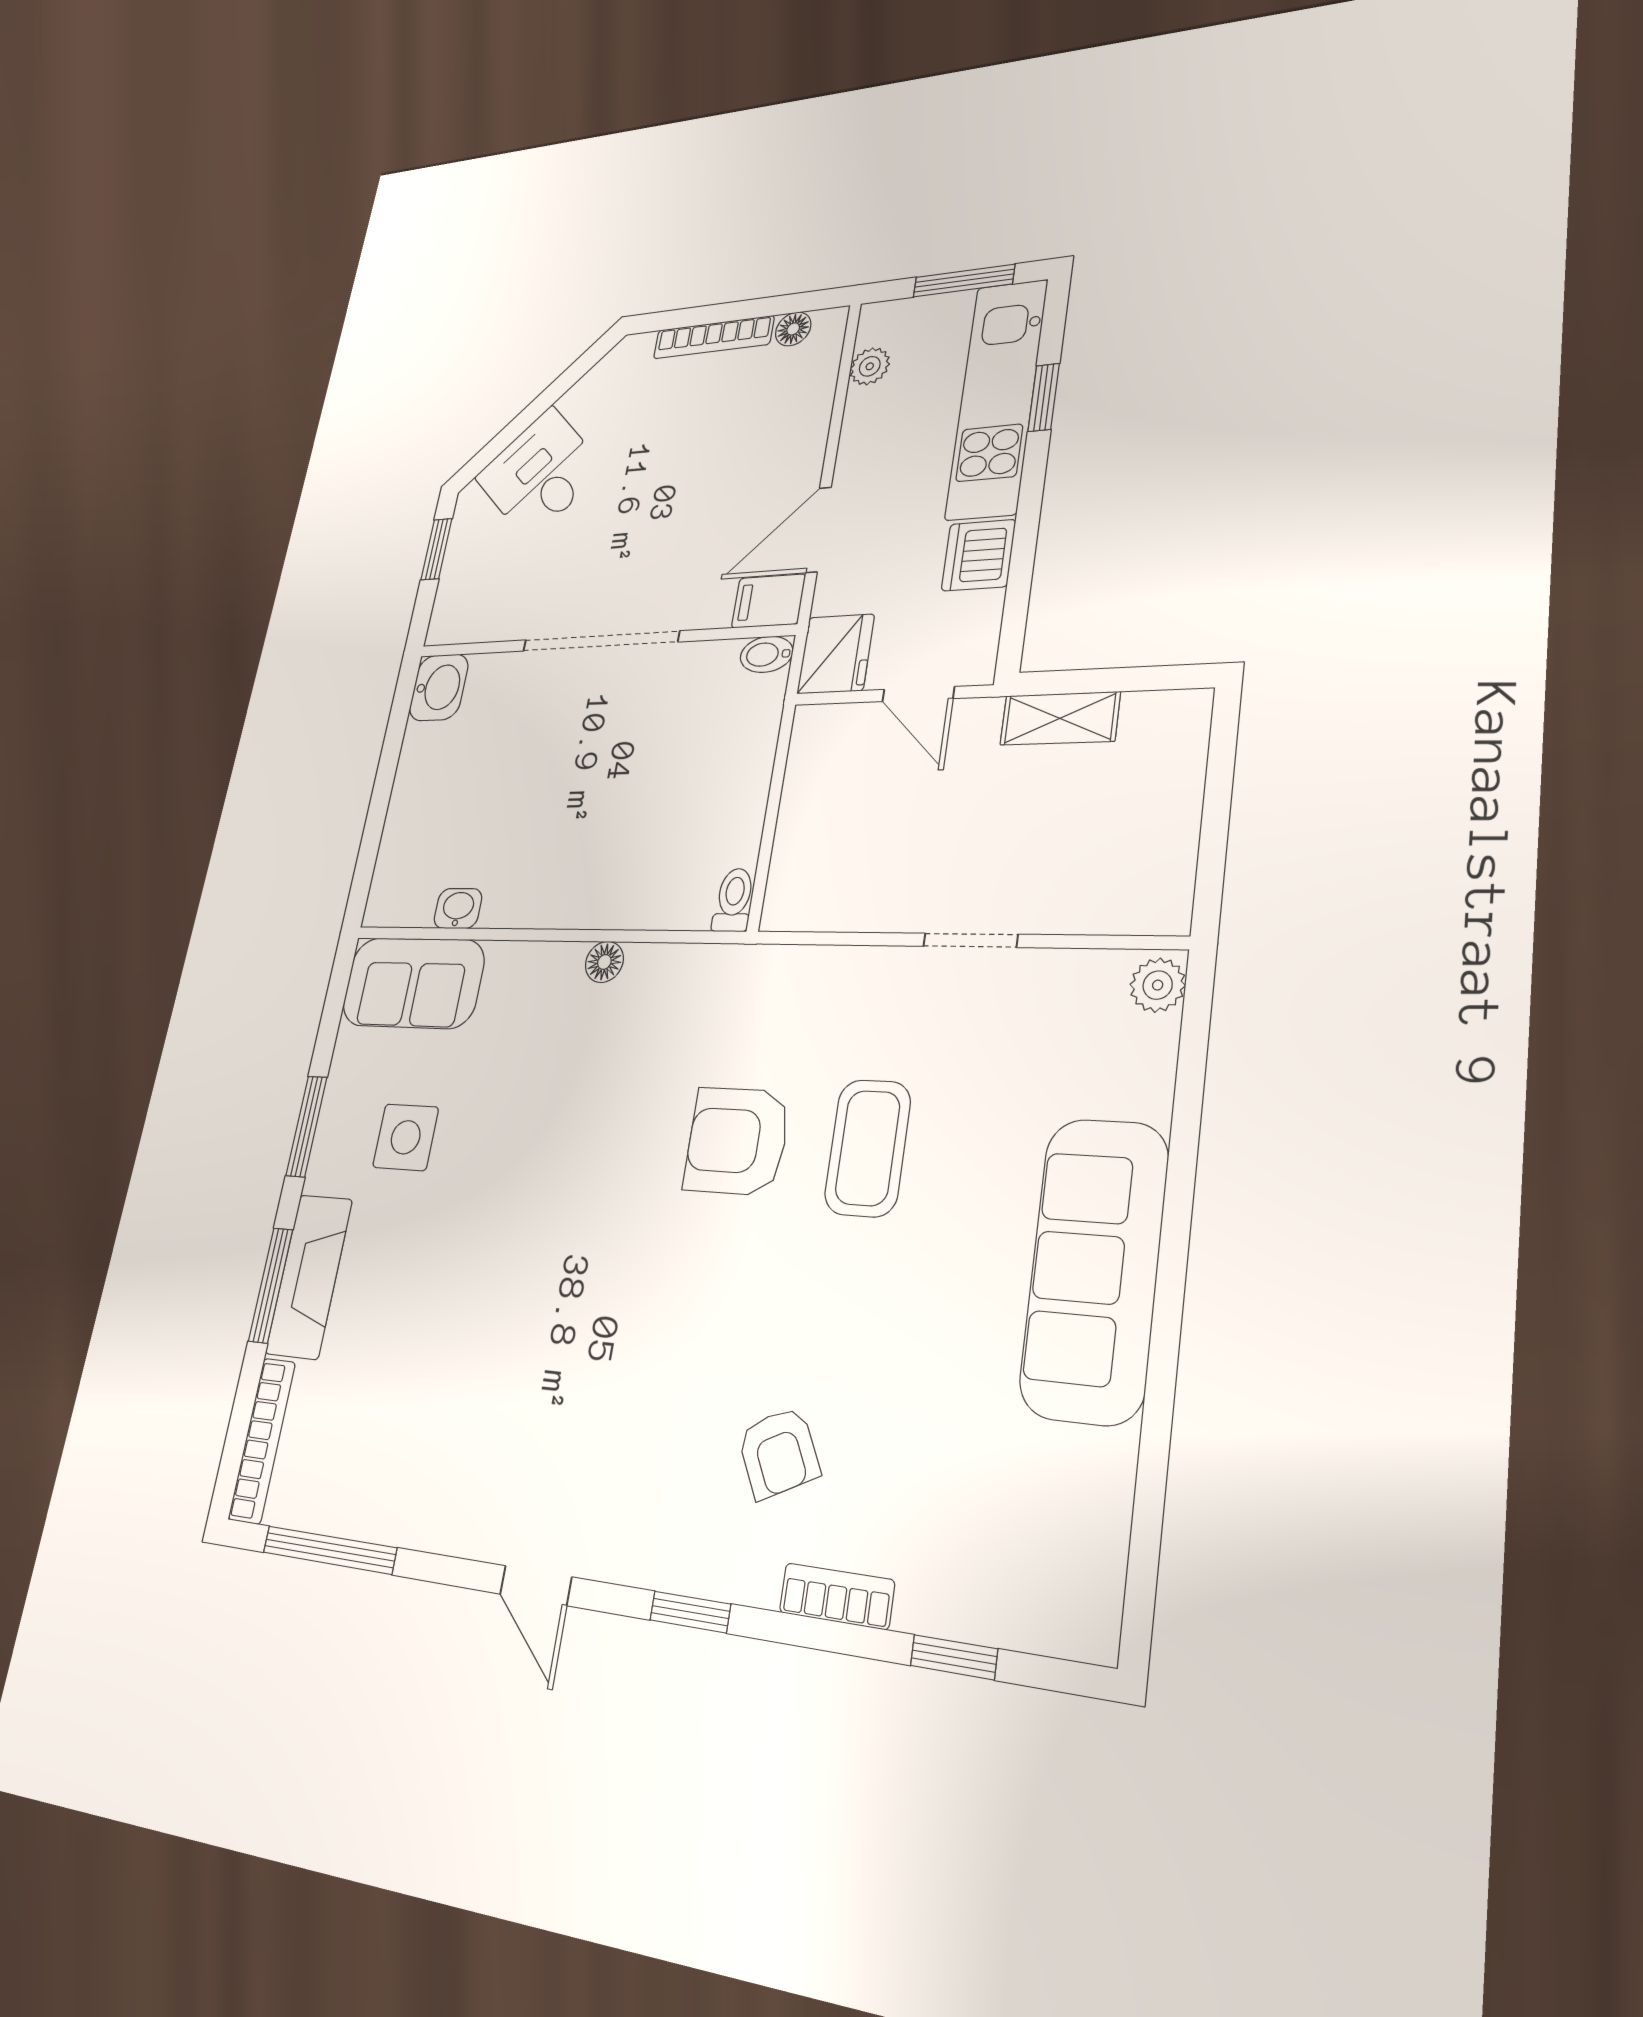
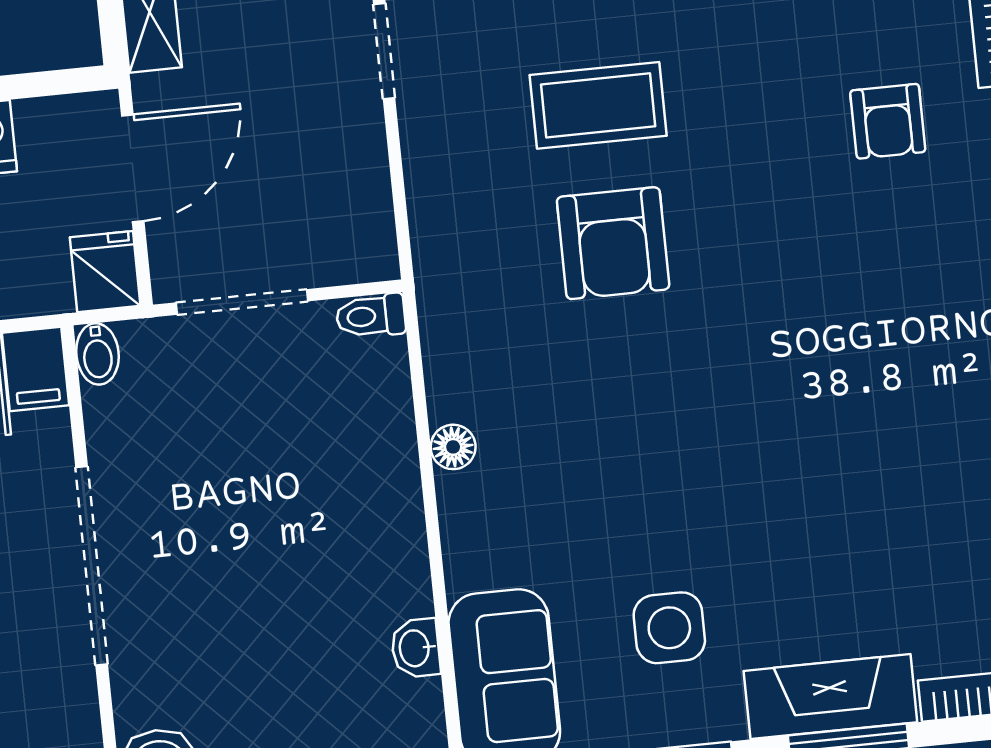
fridge: (836, 654) -> (105, 272), width x0.72
door: (918, 694) -> (133, 168), width x1.38
doorway: (777, 784) -> (242, 302), added
armchair: (778, 1453) -> (888, 121), turned 117

